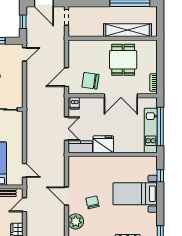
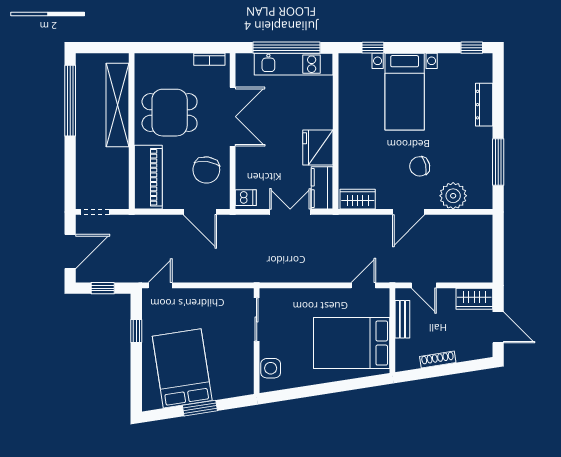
piano: (86, 48) -> (148, 177), added
door: (25, 54) -> (160, 285), hinge flipped
wardrobe: (74, 167) -> (358, 199), added

